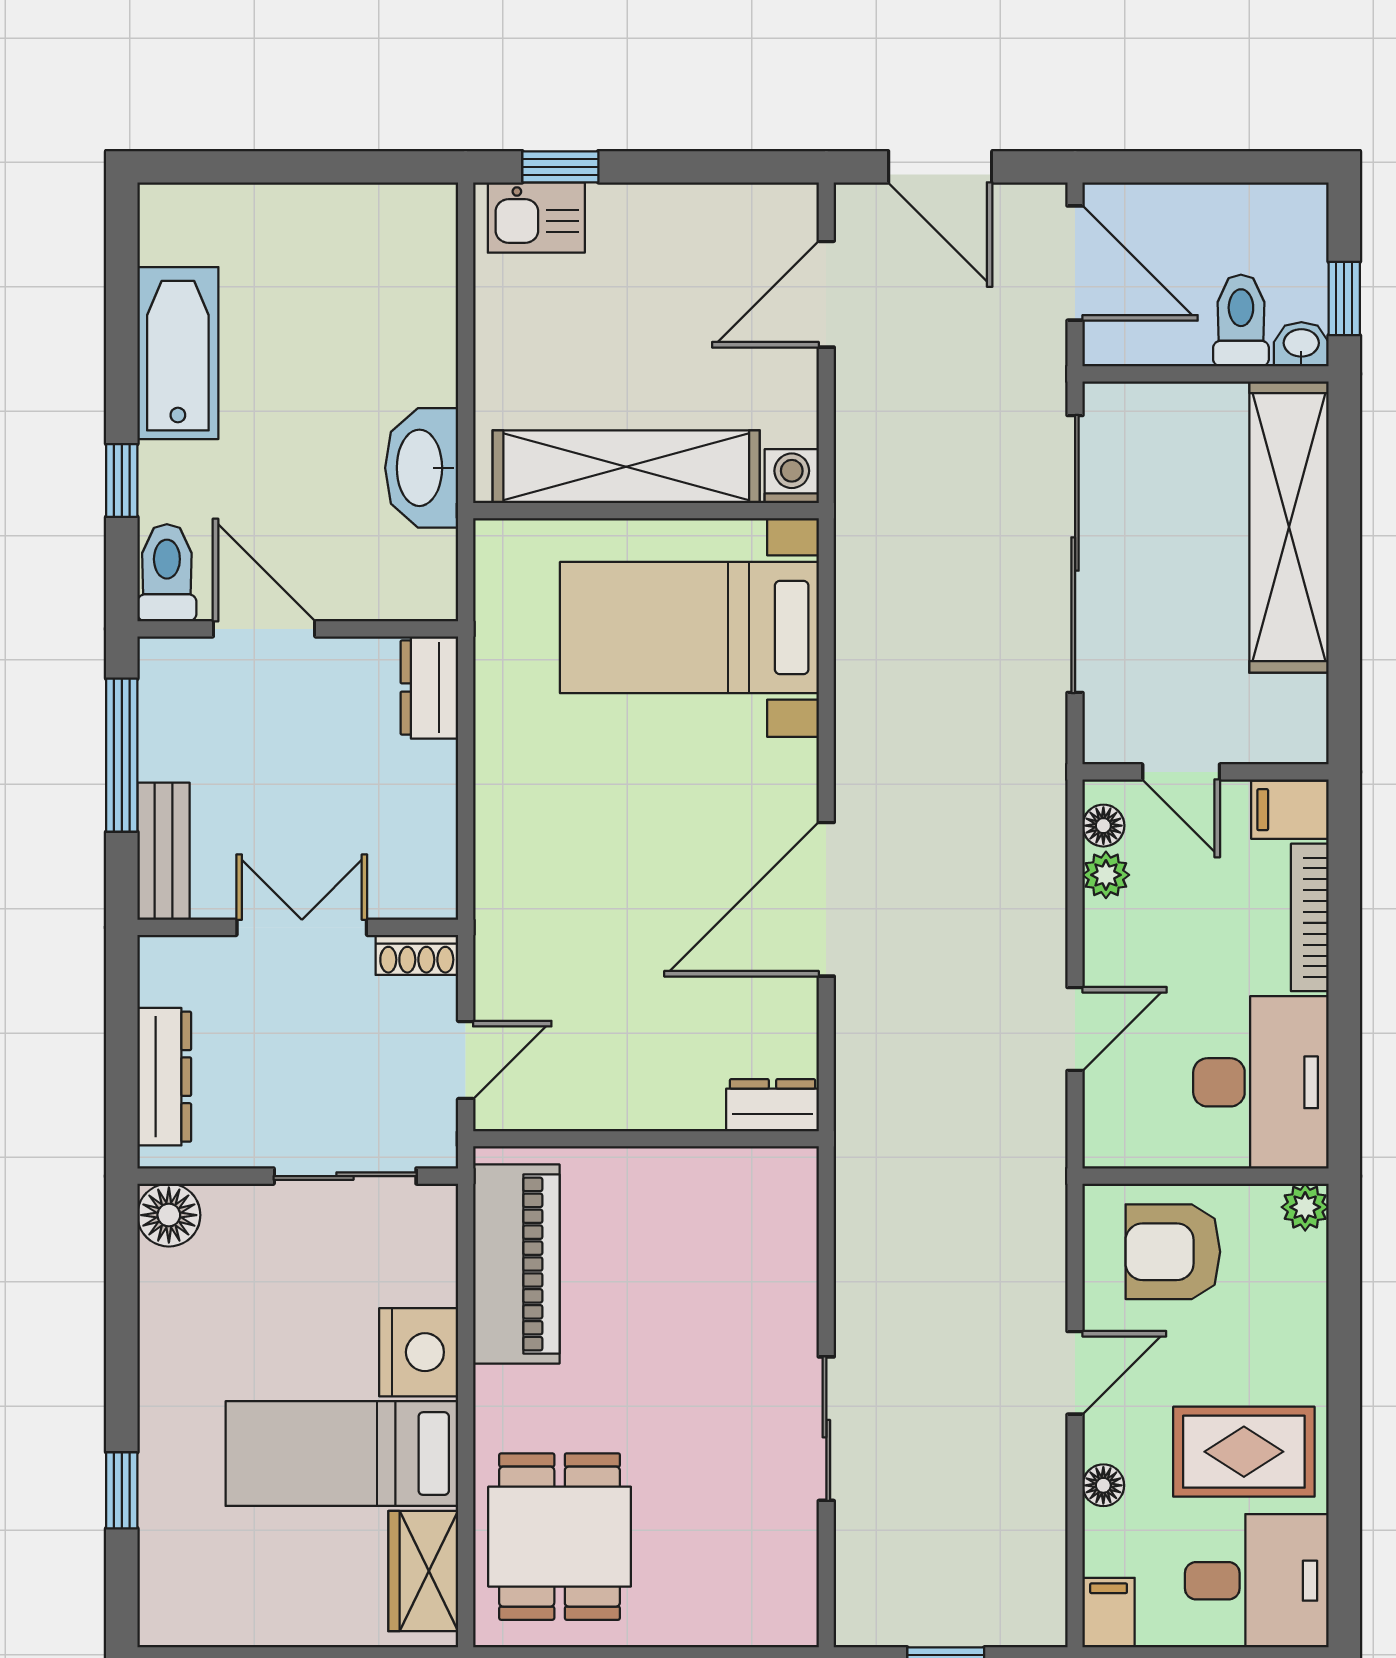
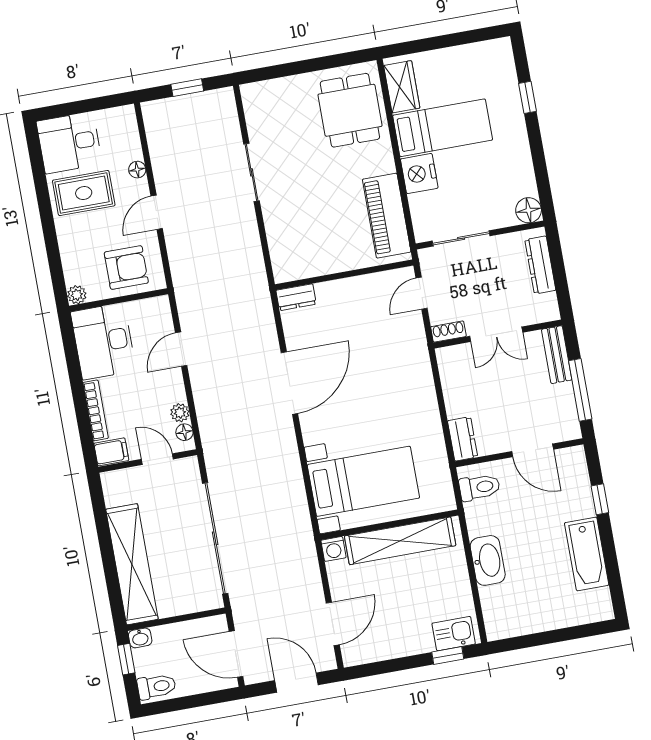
toilet: (1241, 320) -> (156, 687), moved, turned -90
washbasin: (422, 468) -> (488, 560), moved
toilet: (167, 573) -> (479, 487), moved, turned -90
filing cabinet: (1109, 1613) -> (126, 119), removed

